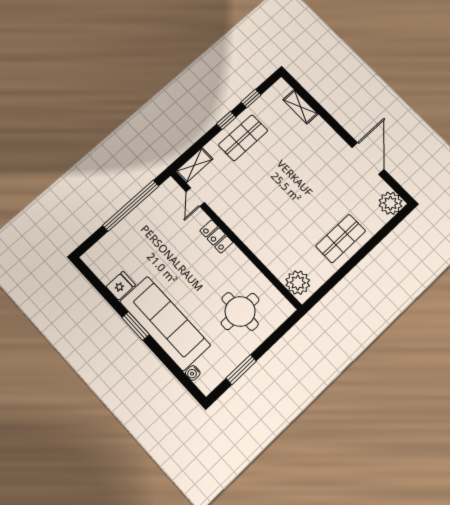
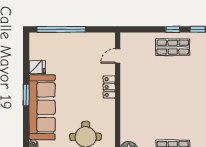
shelving: (194, 165) -> (133, 38), removed
window: (131, 206) -> (61, 29), moved

